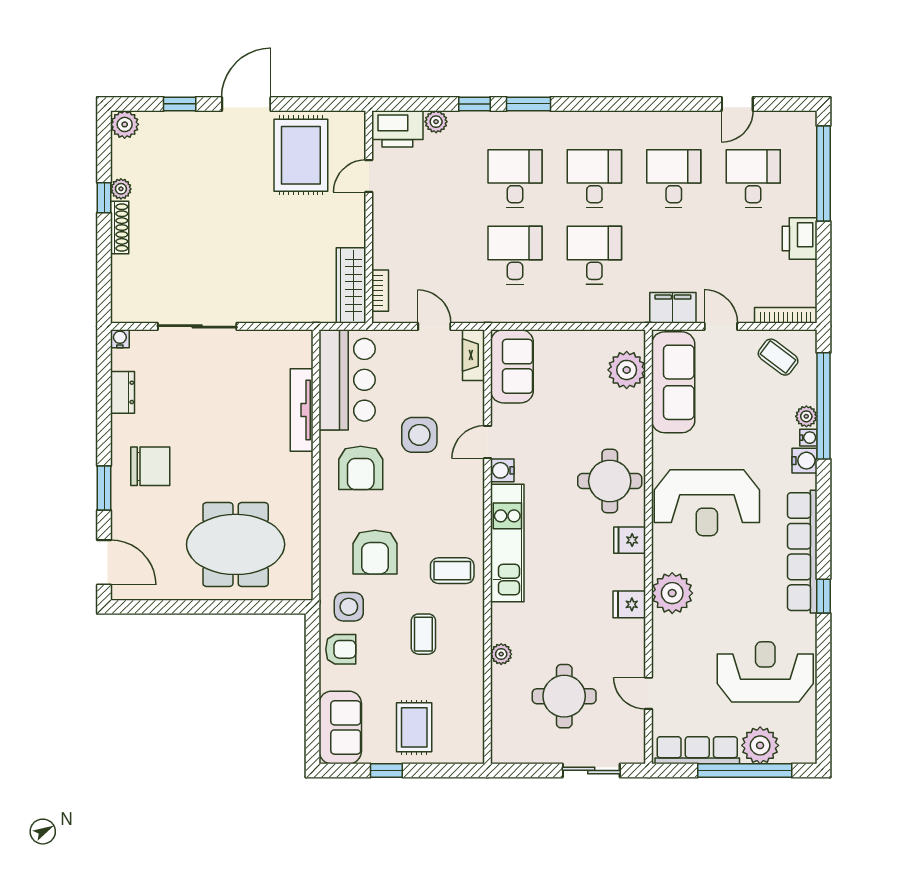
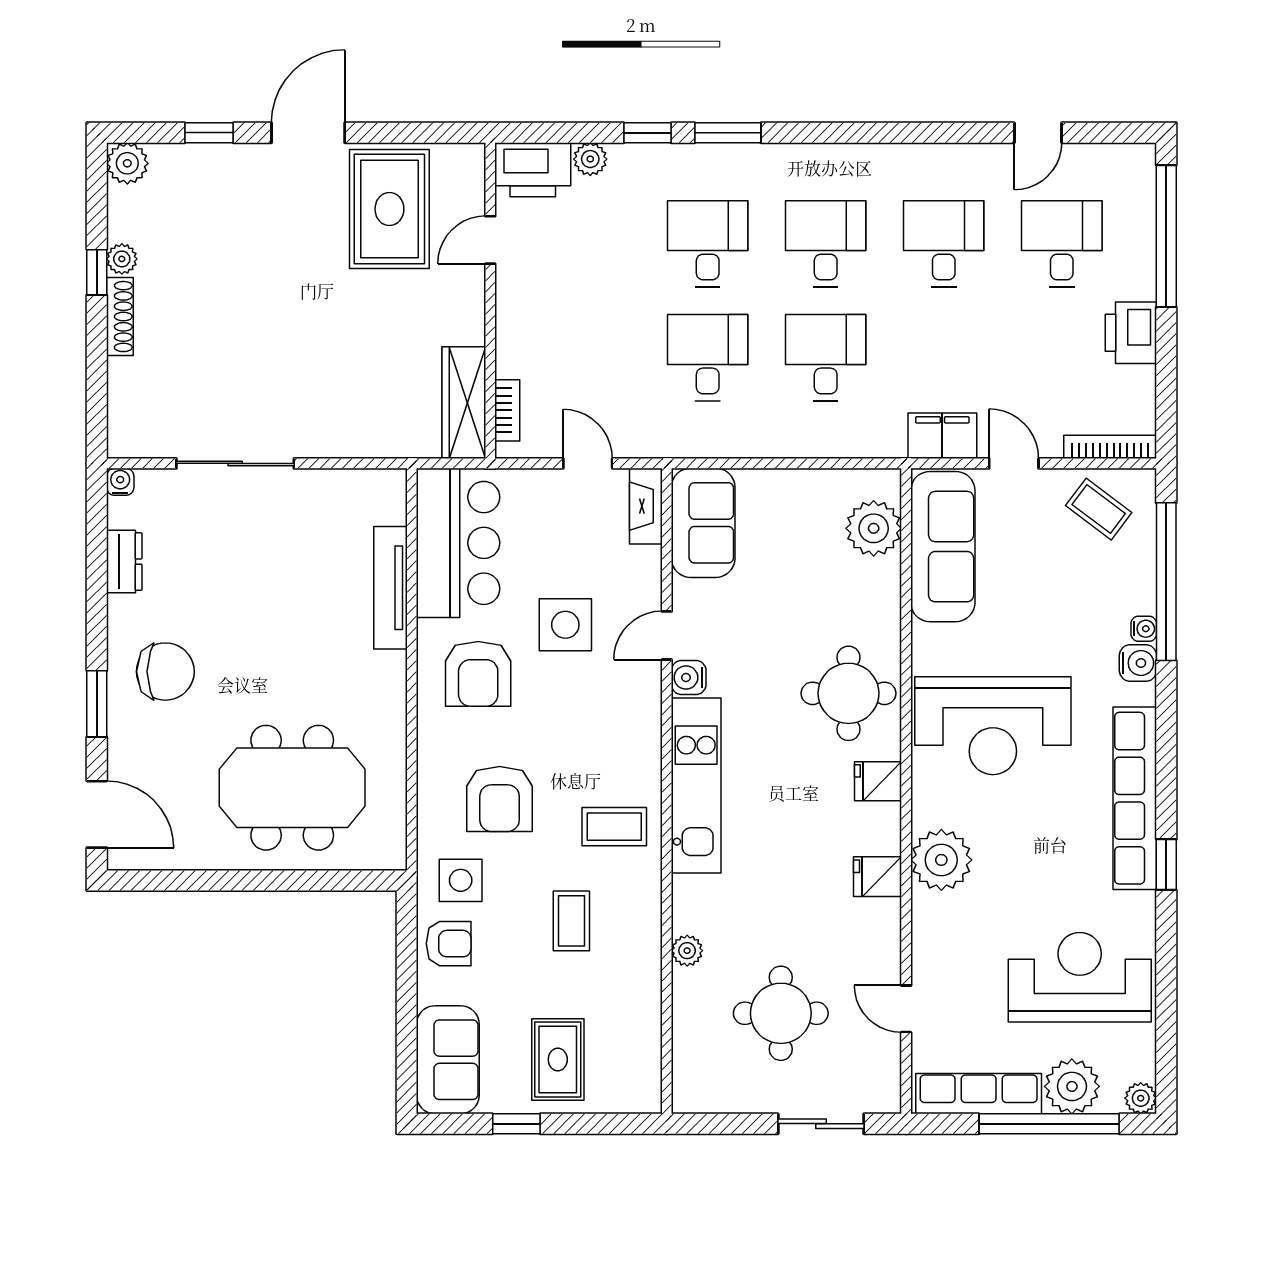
plant: (806, 416) -> (1141, 1098), moved

